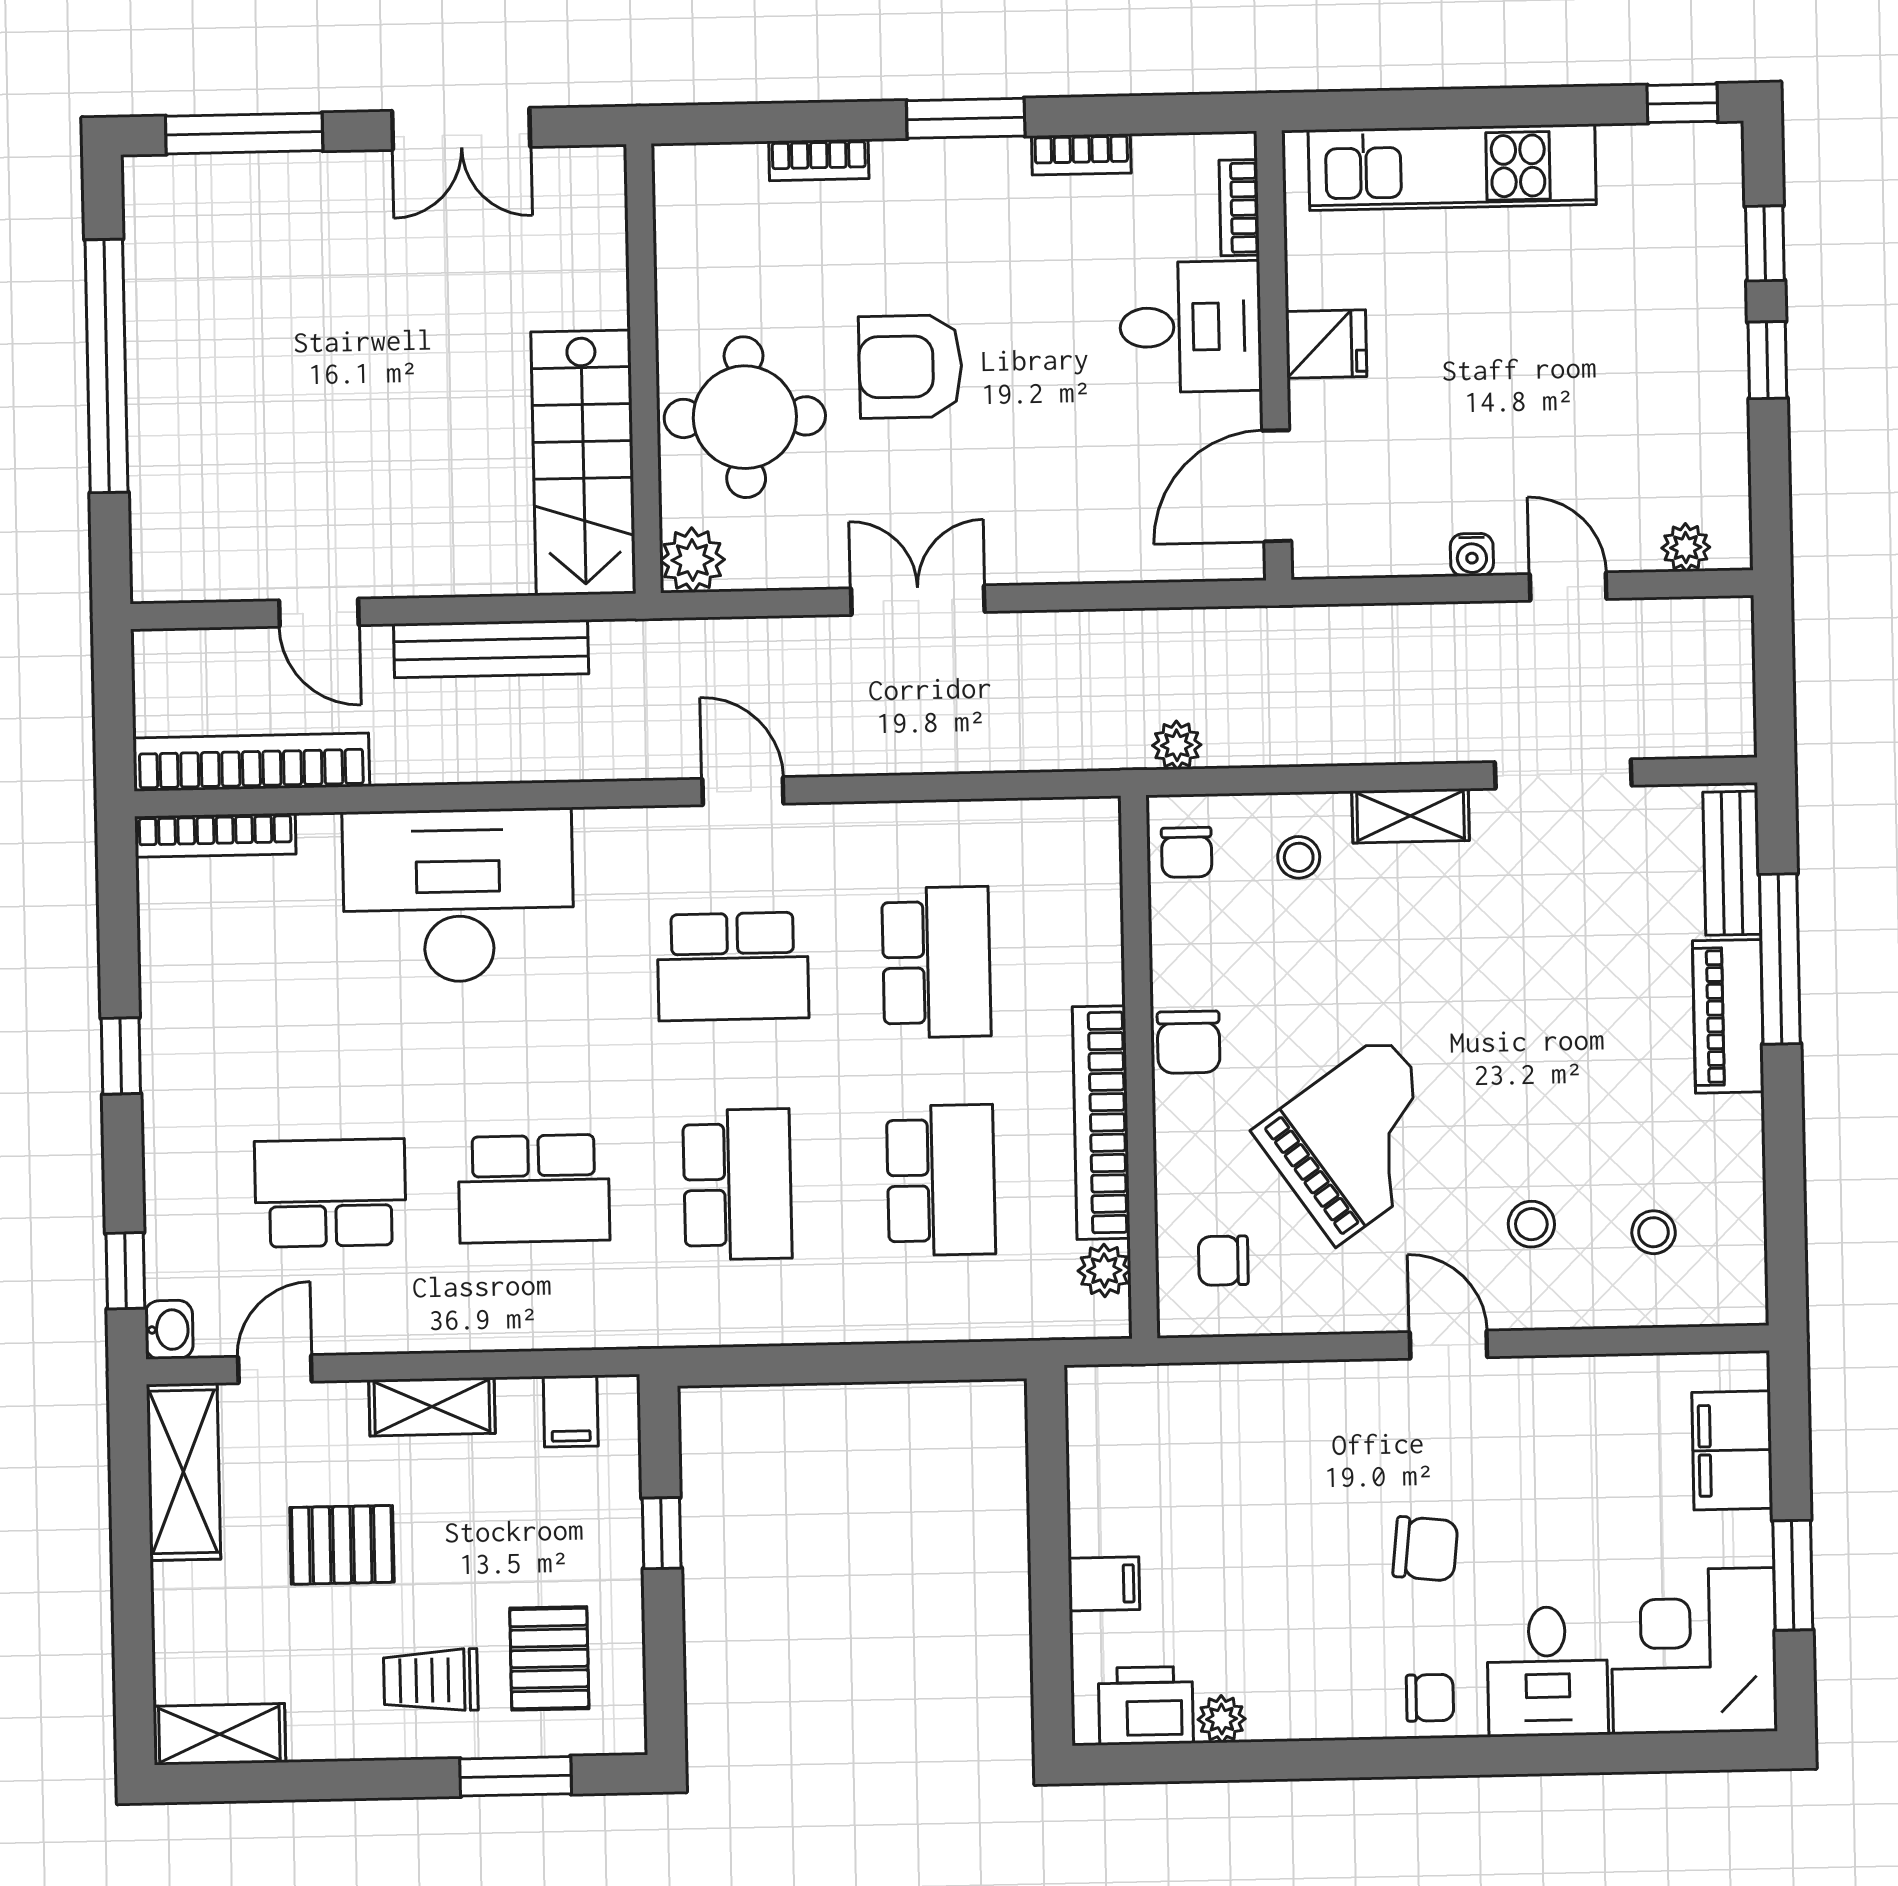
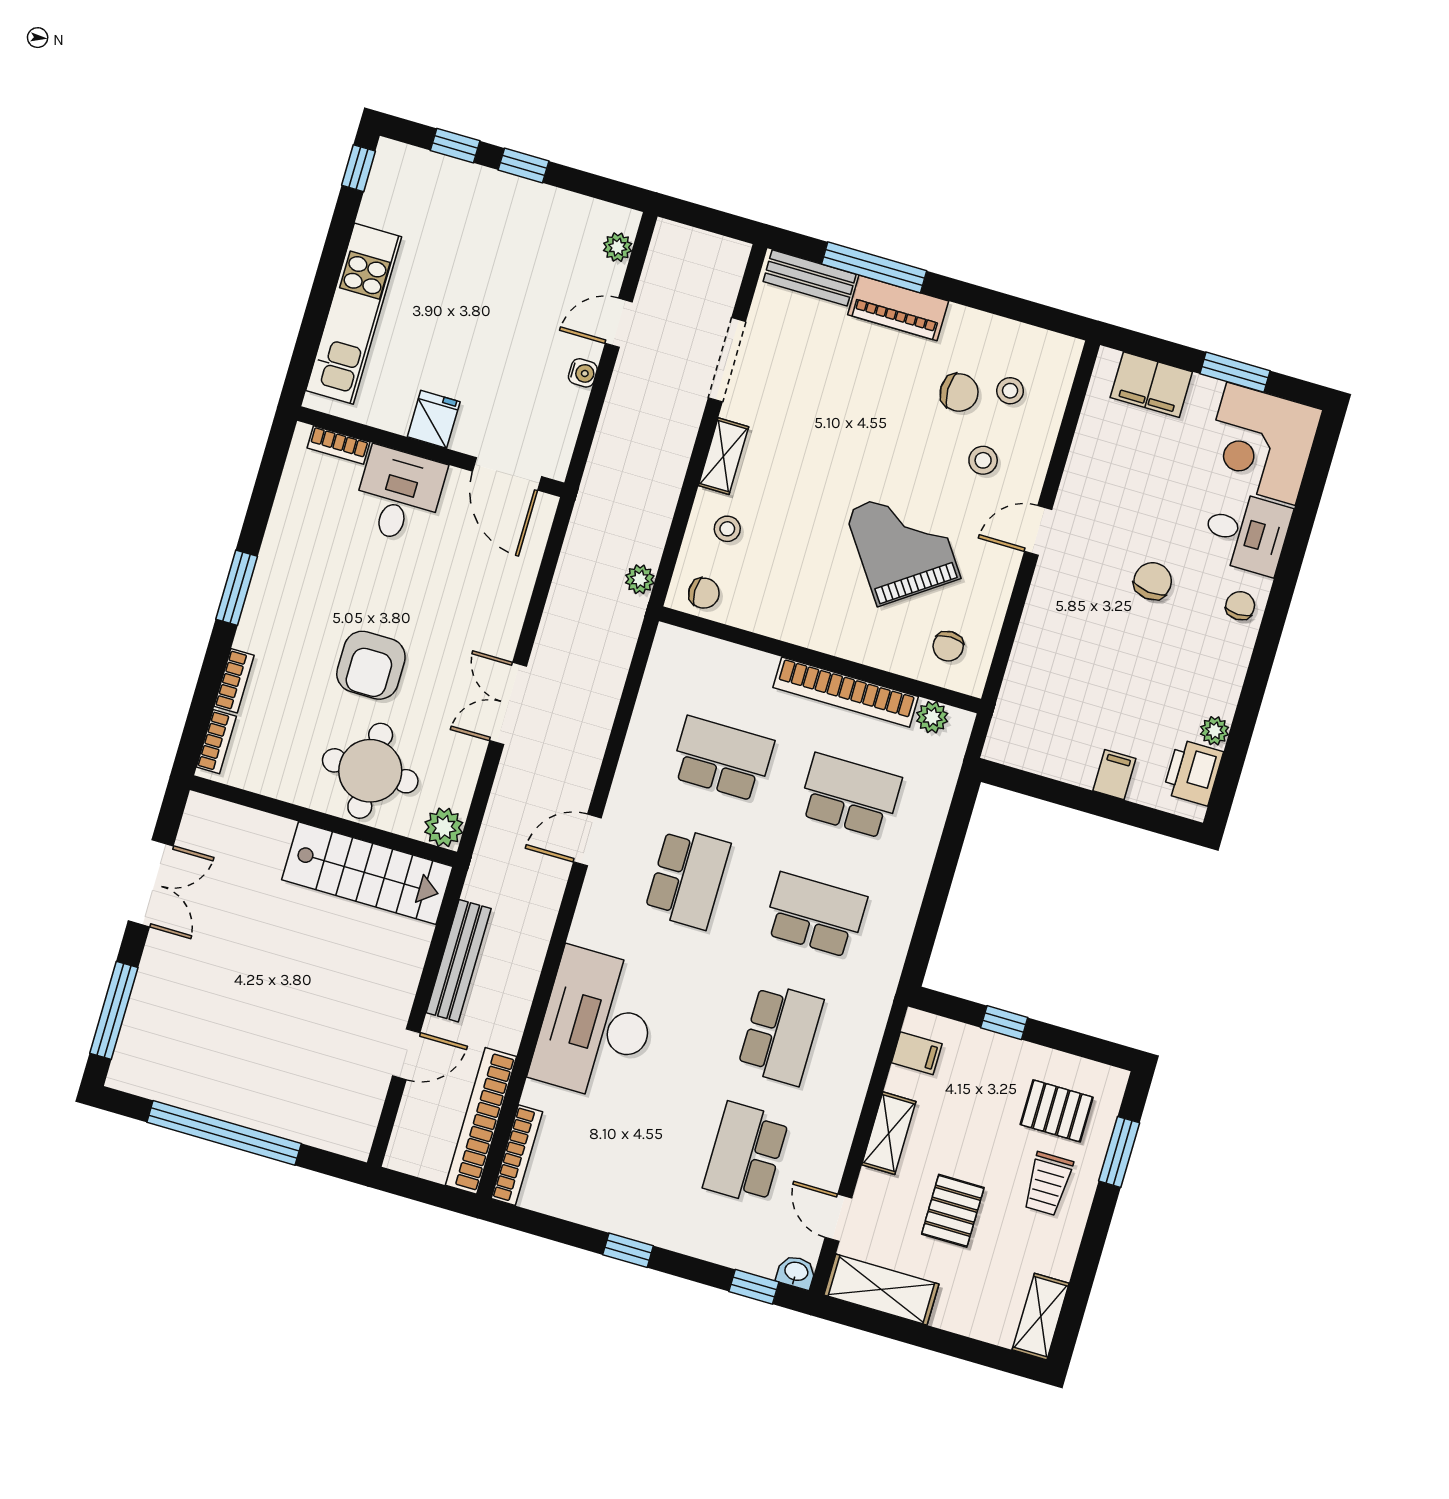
bookcase: (1081, 154) -> (216, 742), moved
chair: (1189, 1042) -> (959, 392), moved

